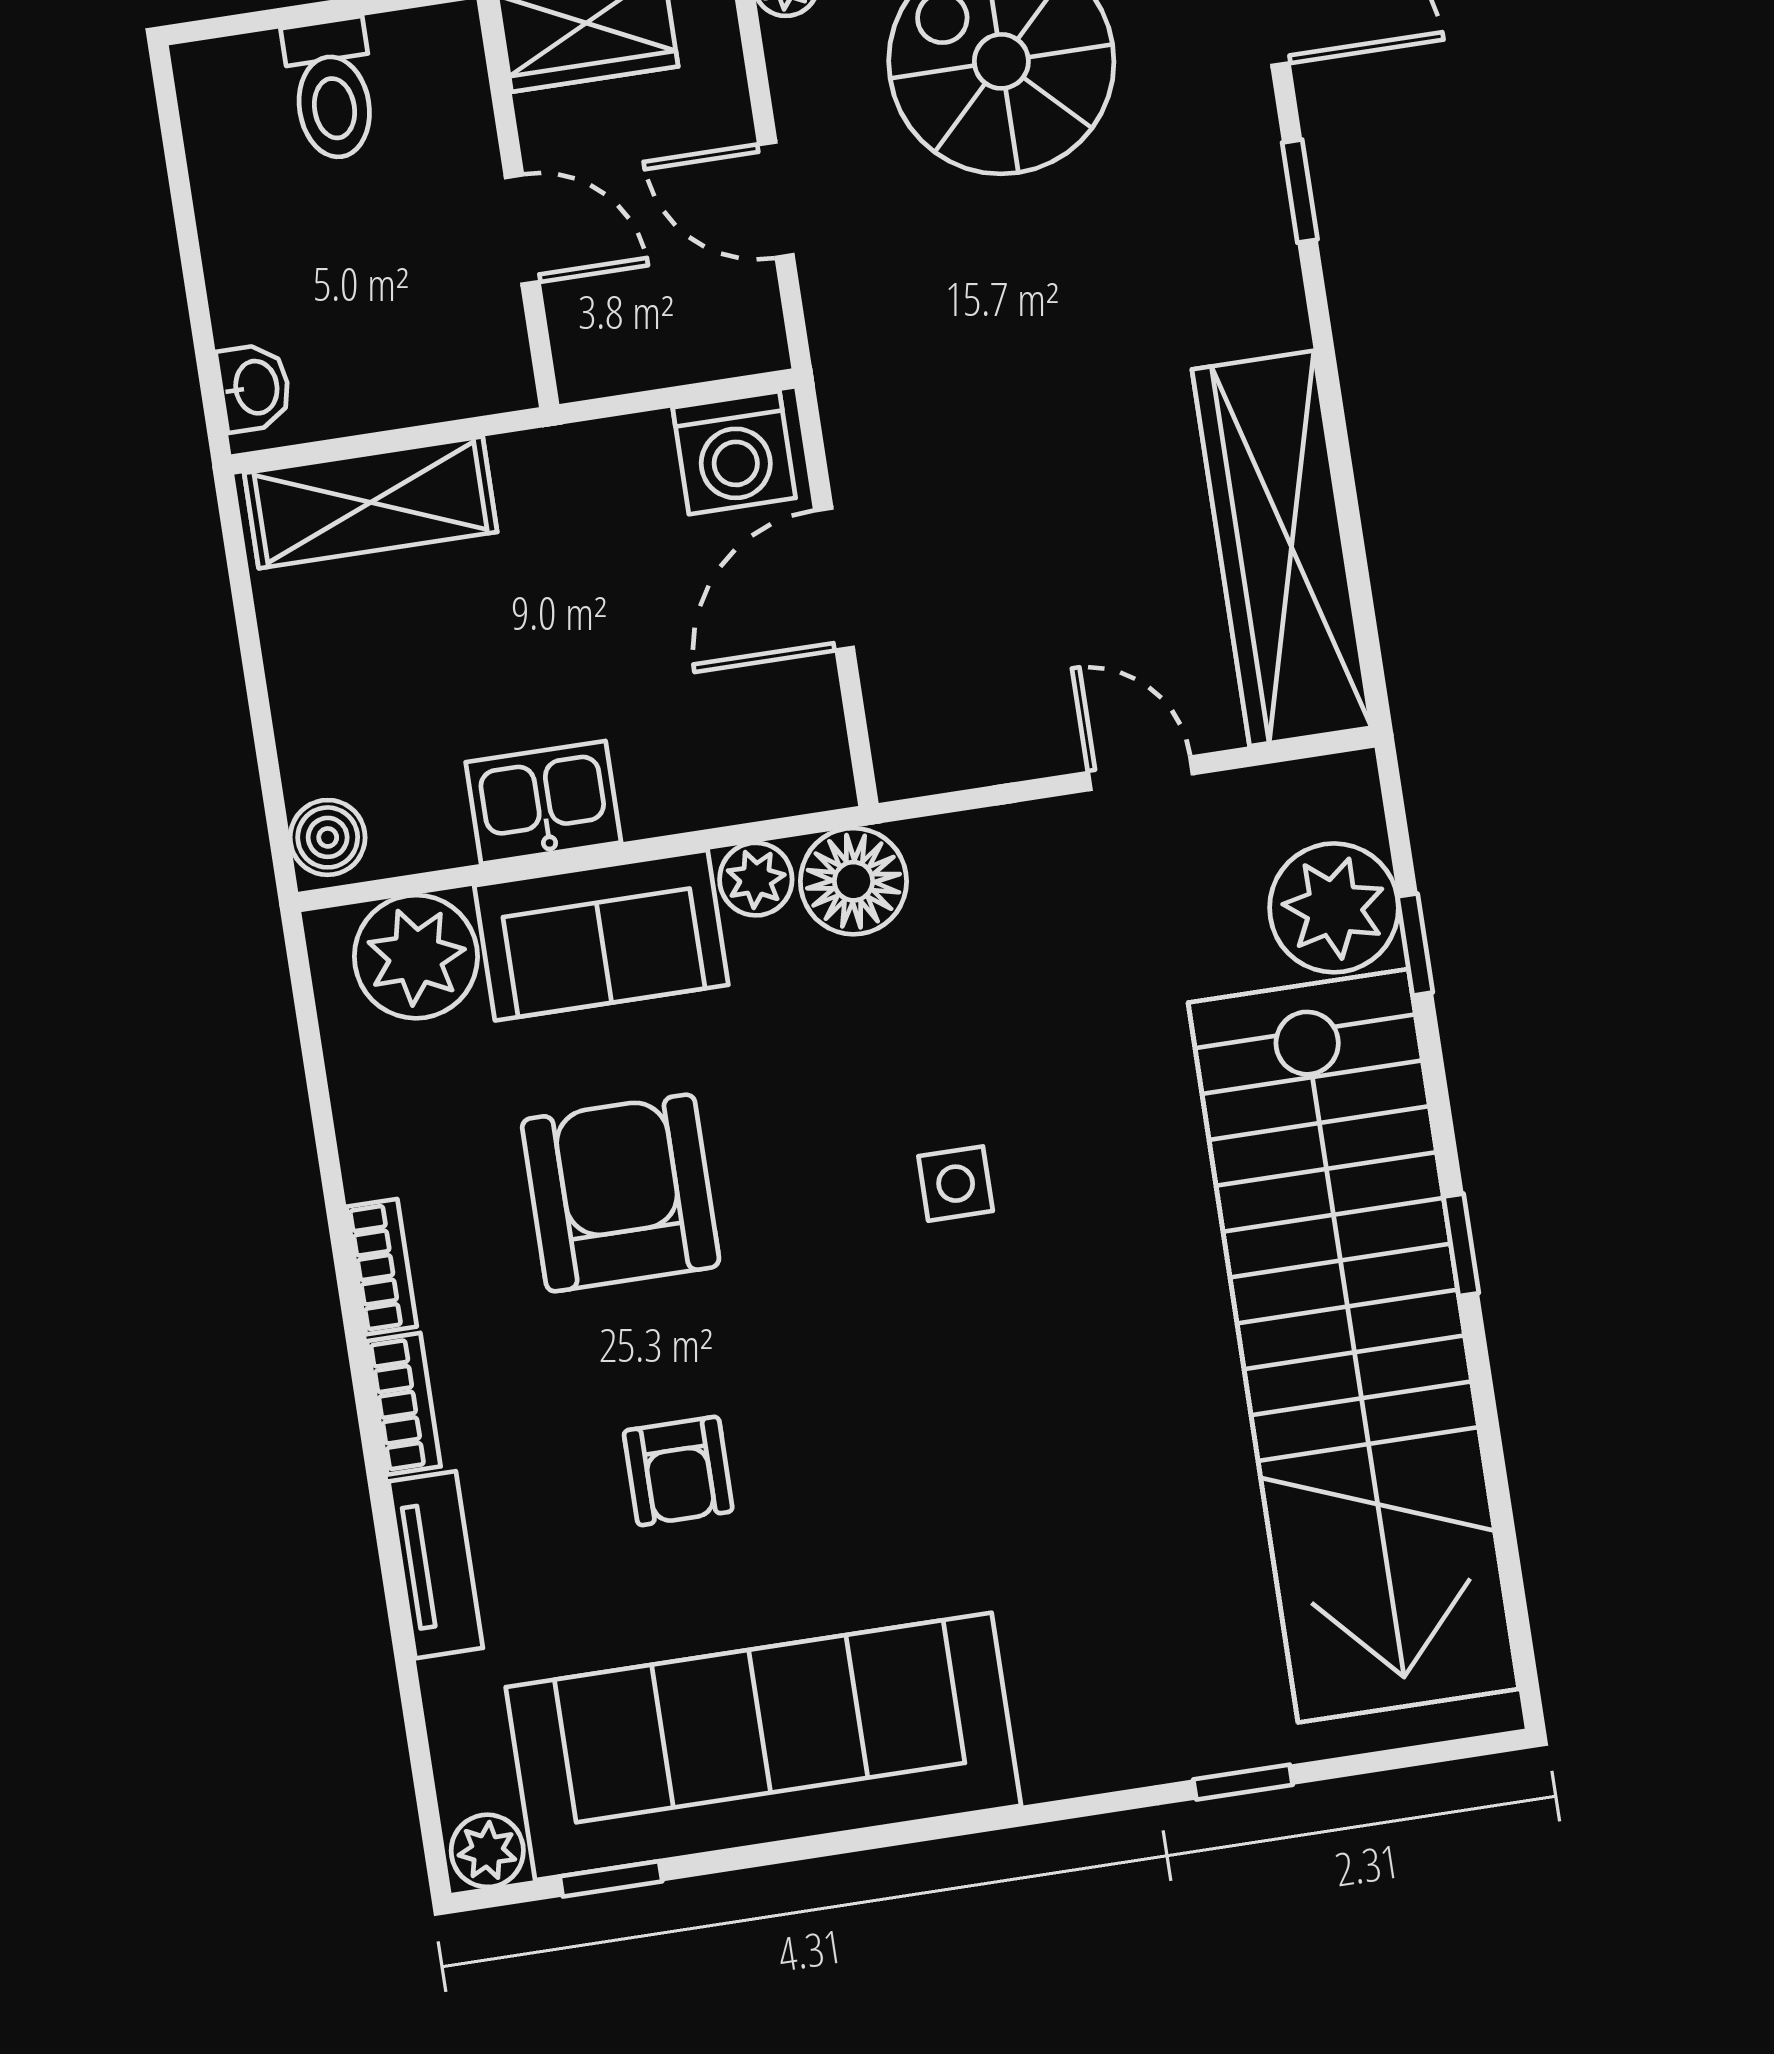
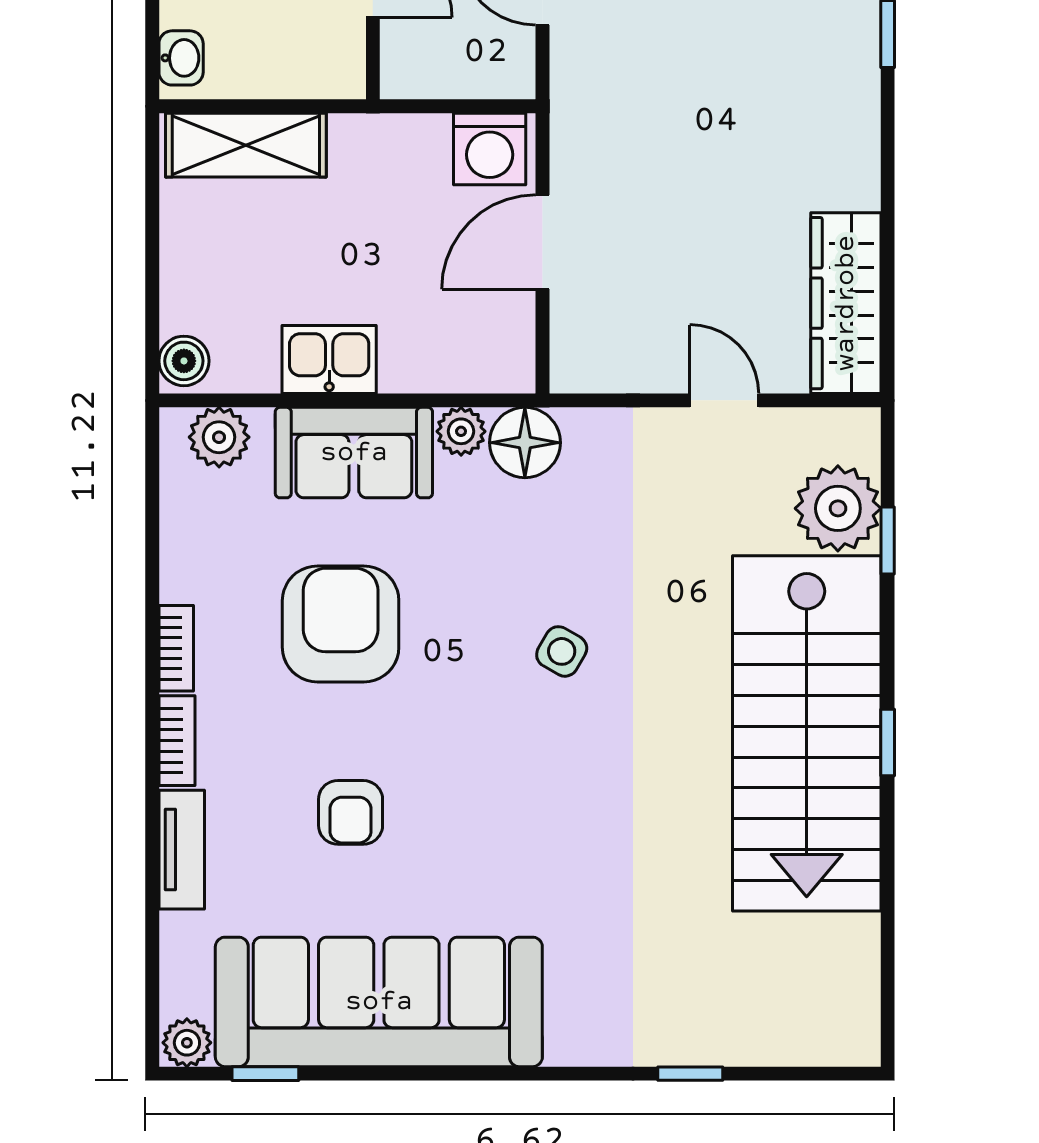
wardrobe: (1282, 548) -> (846, 303), width x0.71, depth x0.85
plant: (416, 957) -> (219, 437), width x0.73, depth x0.73
side table: (956, 1184) -> (562, 651), turned 30
stairs: (1353, 1346) -> (807, 733), width x0.73

